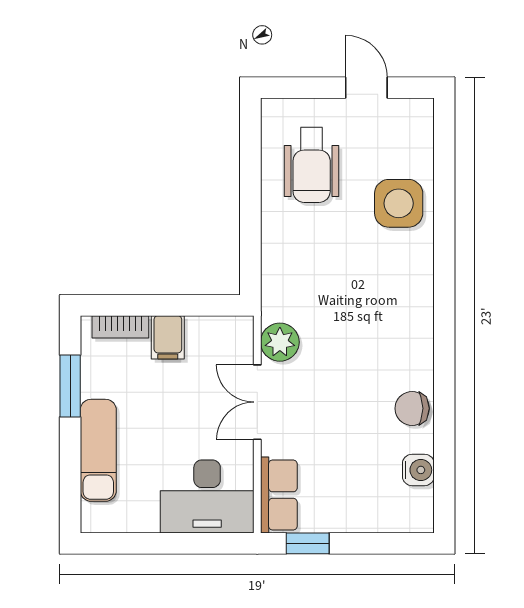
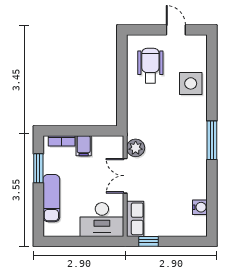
wheelchair: (312, 165) -> (150, 66), turned 180
window: (444, 326) -> (212, 140), added
chair: (412, 408) -> (197, 179), removed

